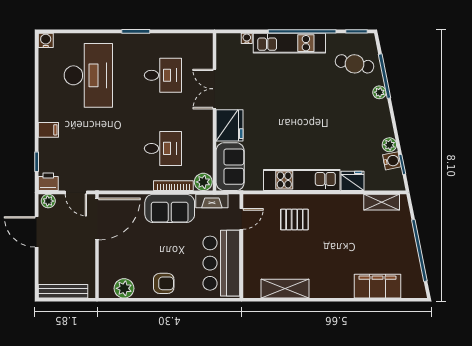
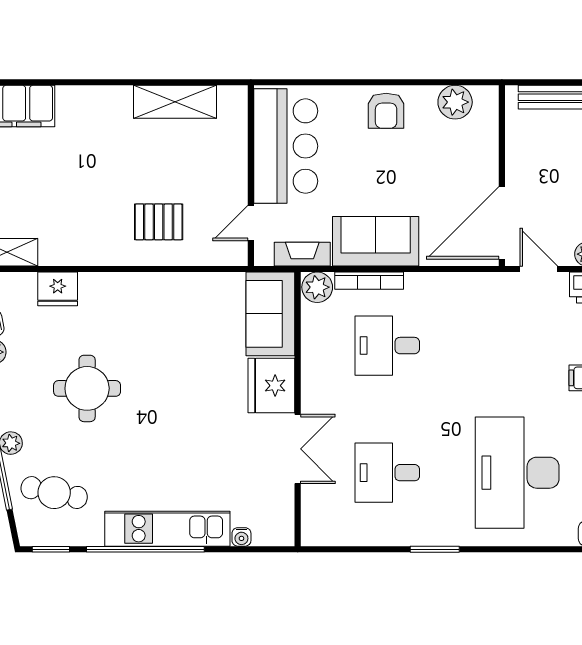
round table: (336, 124) -> (87, 388), added
kitchen unit: (302, 180) -> (146, 291), removed
armchair: (164, 283) -> (386, 111), turned -90

